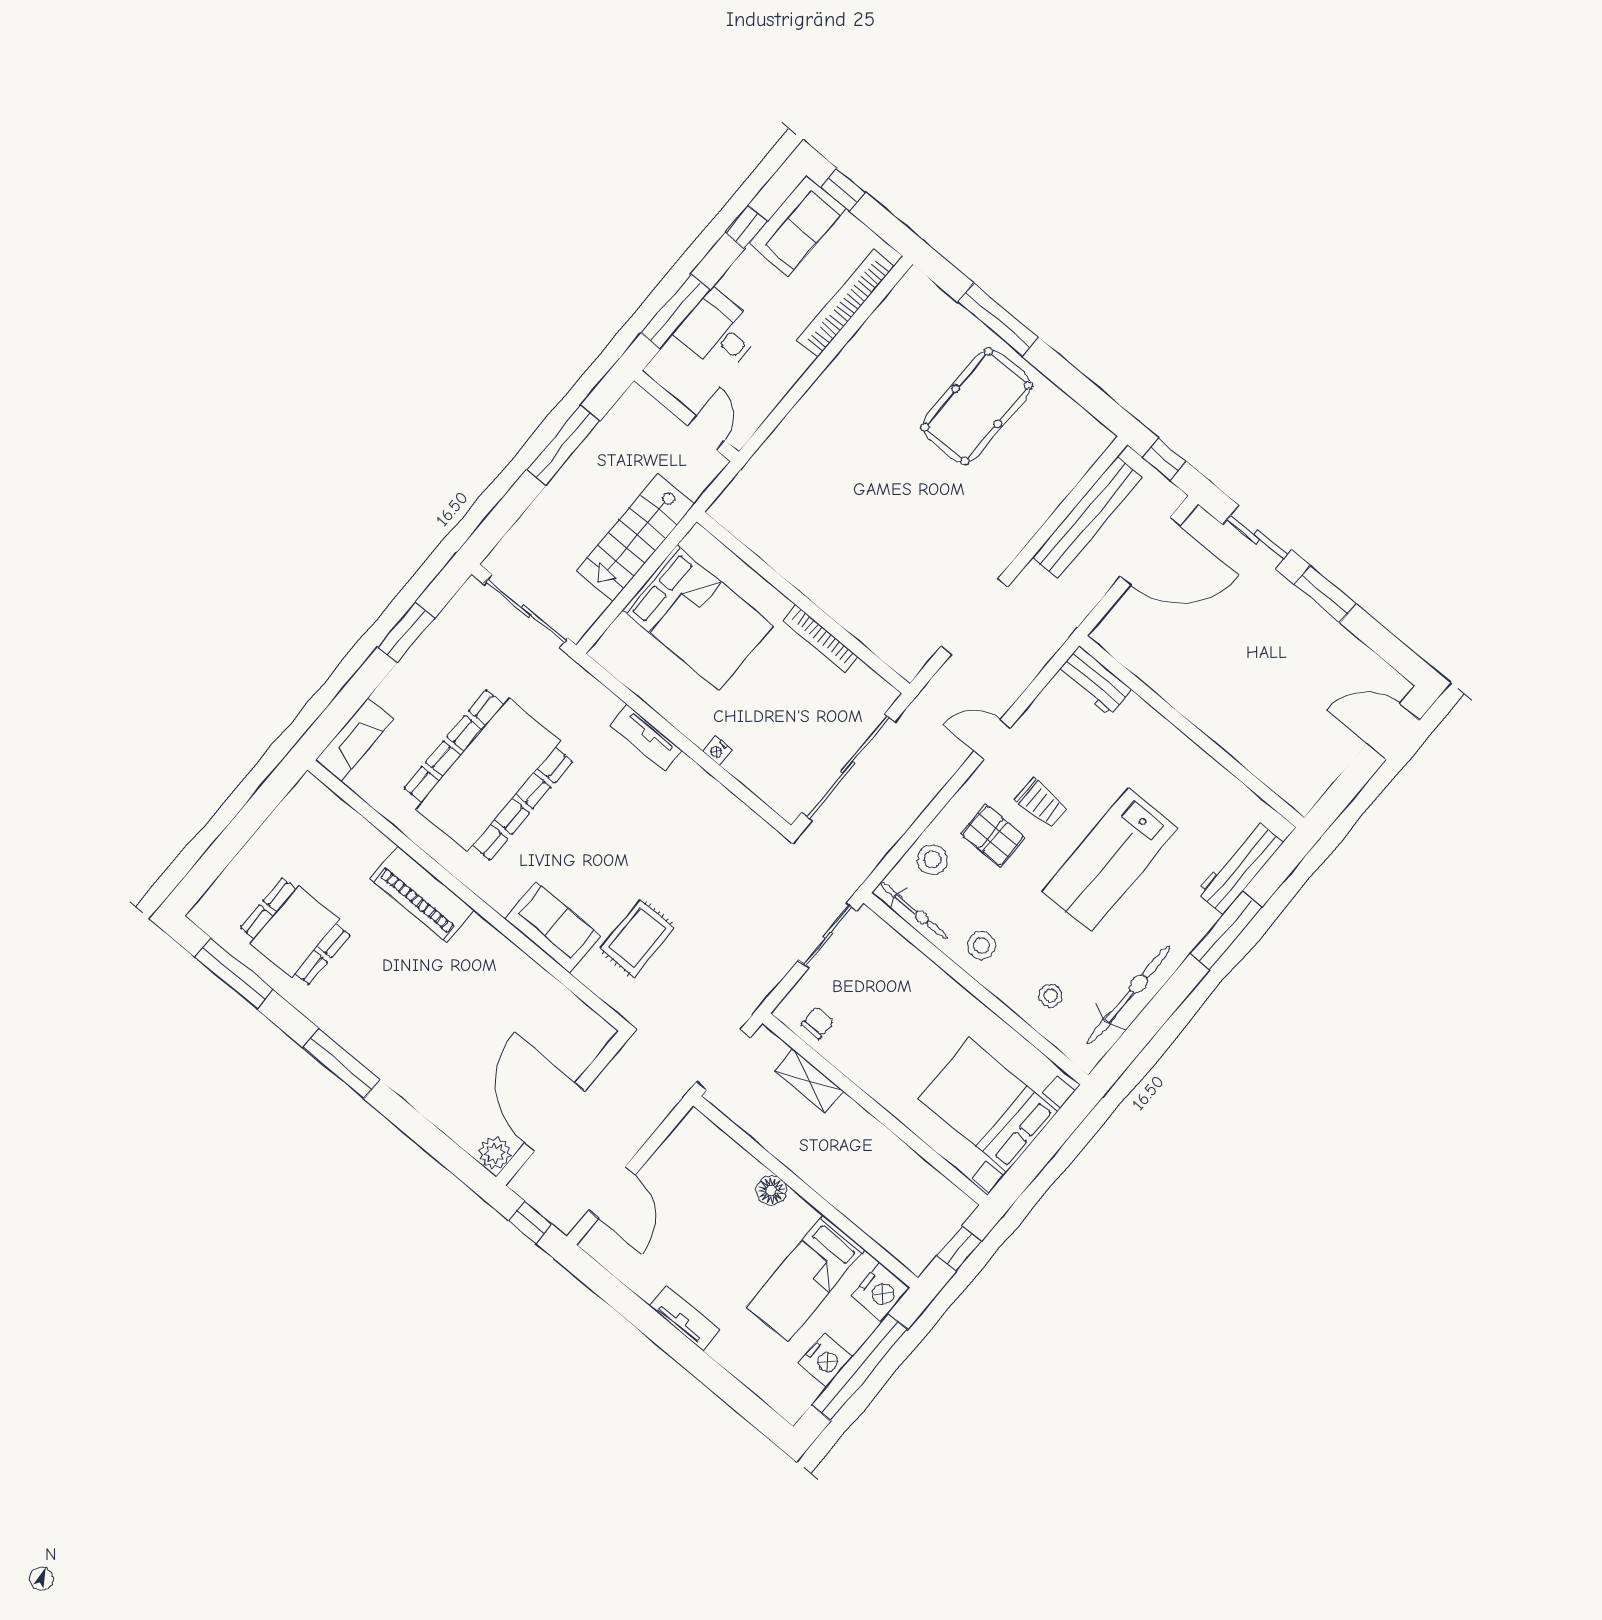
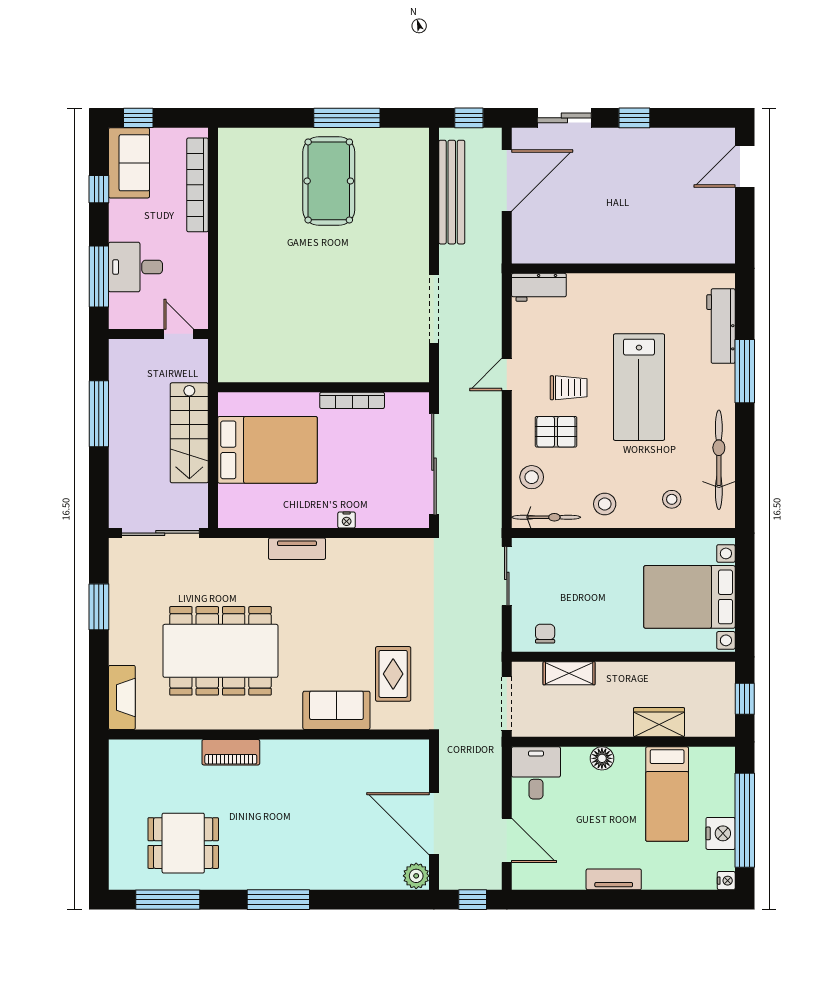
window: (998, 320) -> (347, 118), moved
window: (1325, 594) -> (634, 118), width x0.67
dining table: (488, 775) -> (220, 651), turned 90
piano: (422, 894) -> (231, 752), width x0.73, depth x0.75
desk: (695, 1151) -> (536, 773), added
wardrobe: (856, 1202) -> (659, 722), added
nightstand: (881, 1292) -> (726, 881), moved, width x0.53, depth x0.56

